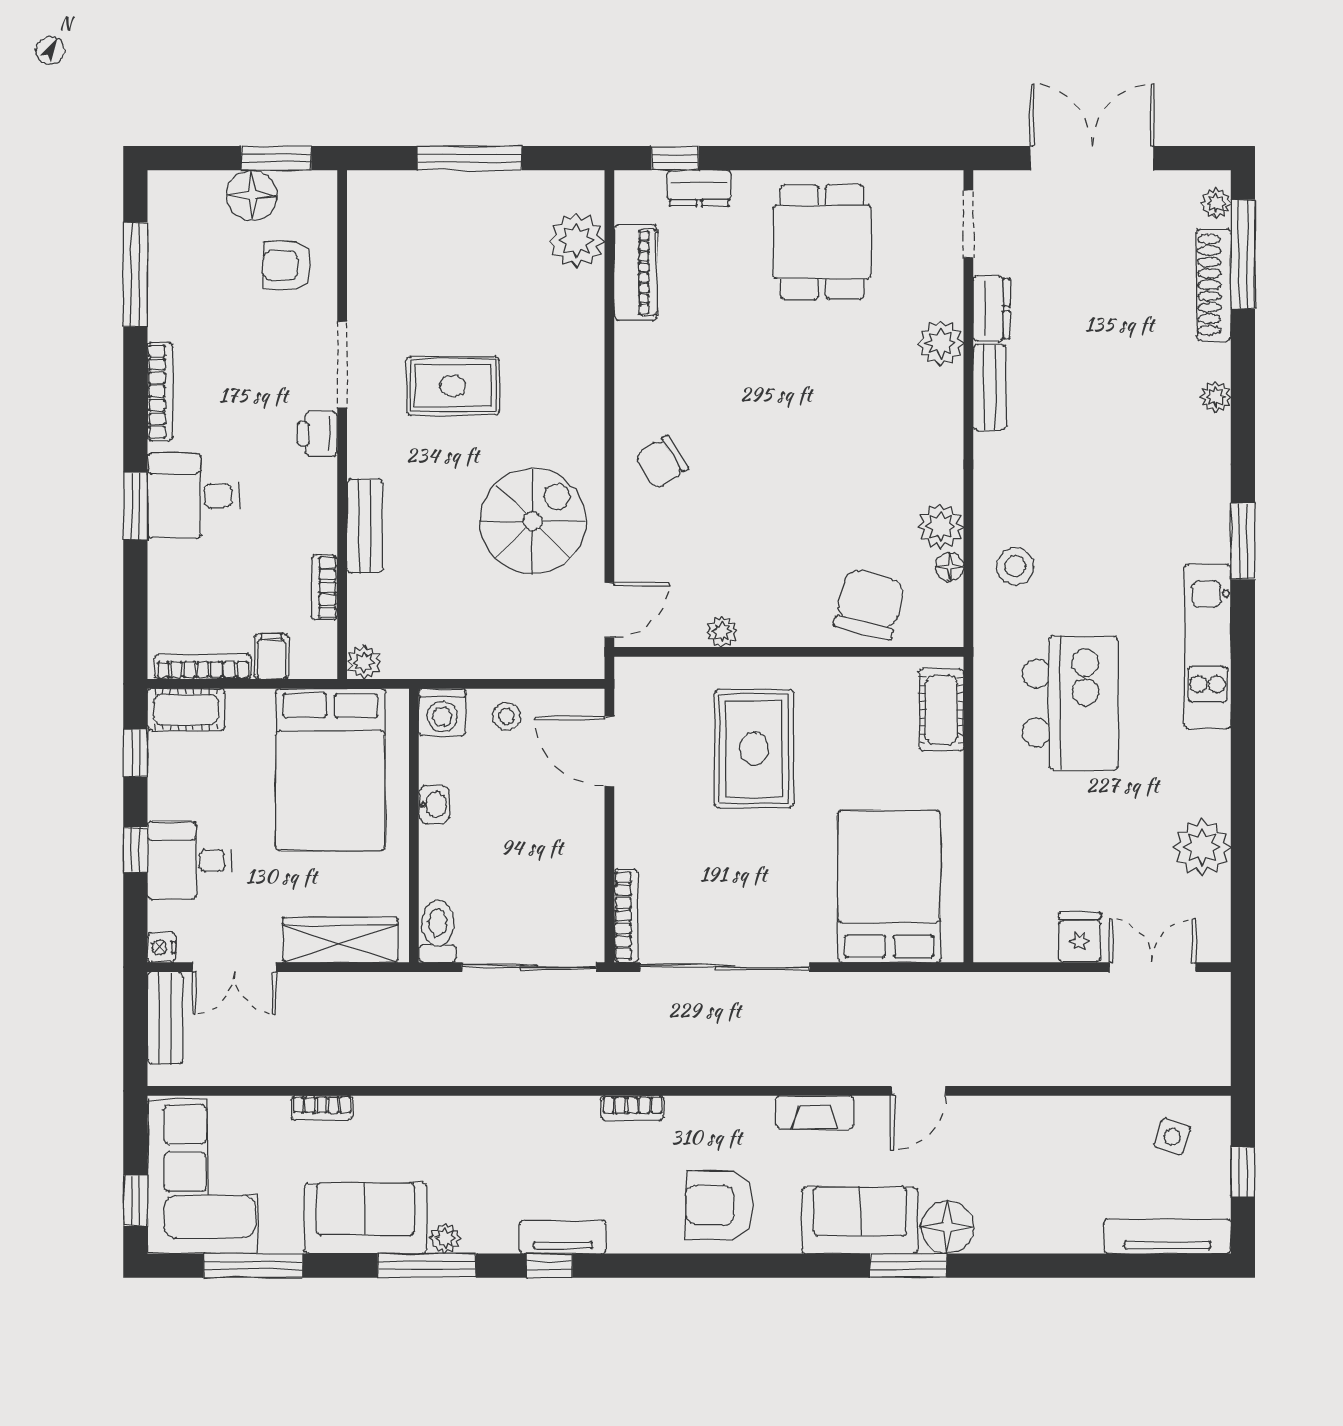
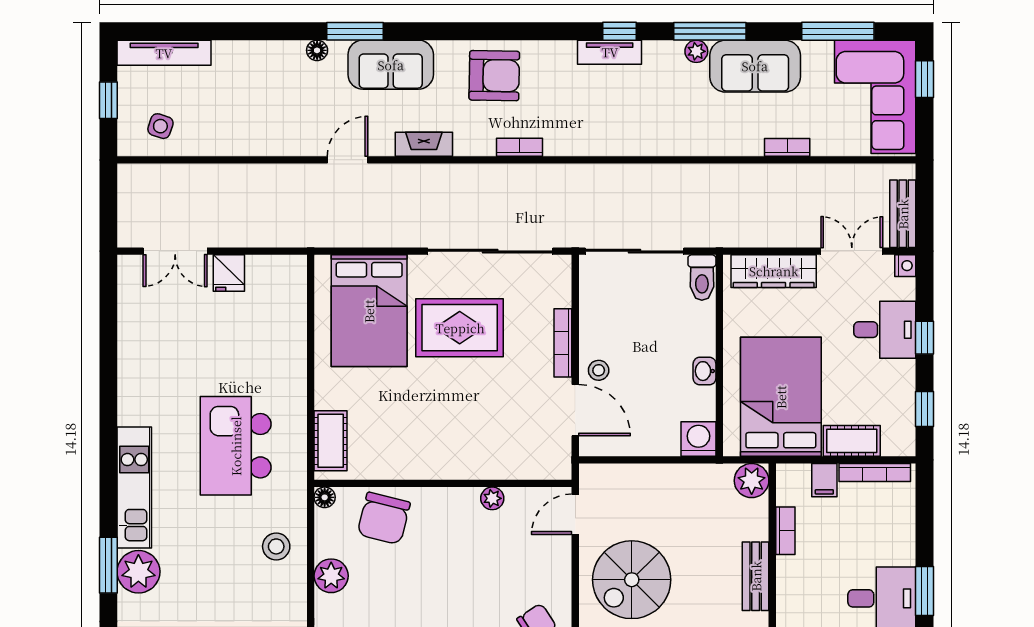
floor lamp: (950, 567) -> (325, 497), moved
plant: (364, 662) -> (752, 481), width x1.38, depth x1.38
cot: (186, 710) -> (852, 441), moved
stool: (507, 716) -> (599, 370), moved
rug: (754, 749) -> (460, 328), moved, turned 90
plant: (1202, 847) -> (138, 572), moved
bookcase: (626, 916) -> (563, 343), moved
bookcase: (632, 1108) -> (520, 147), moved
floor lamp: (947, 1227) -> (317, 50), width x0.53, depth x0.53

